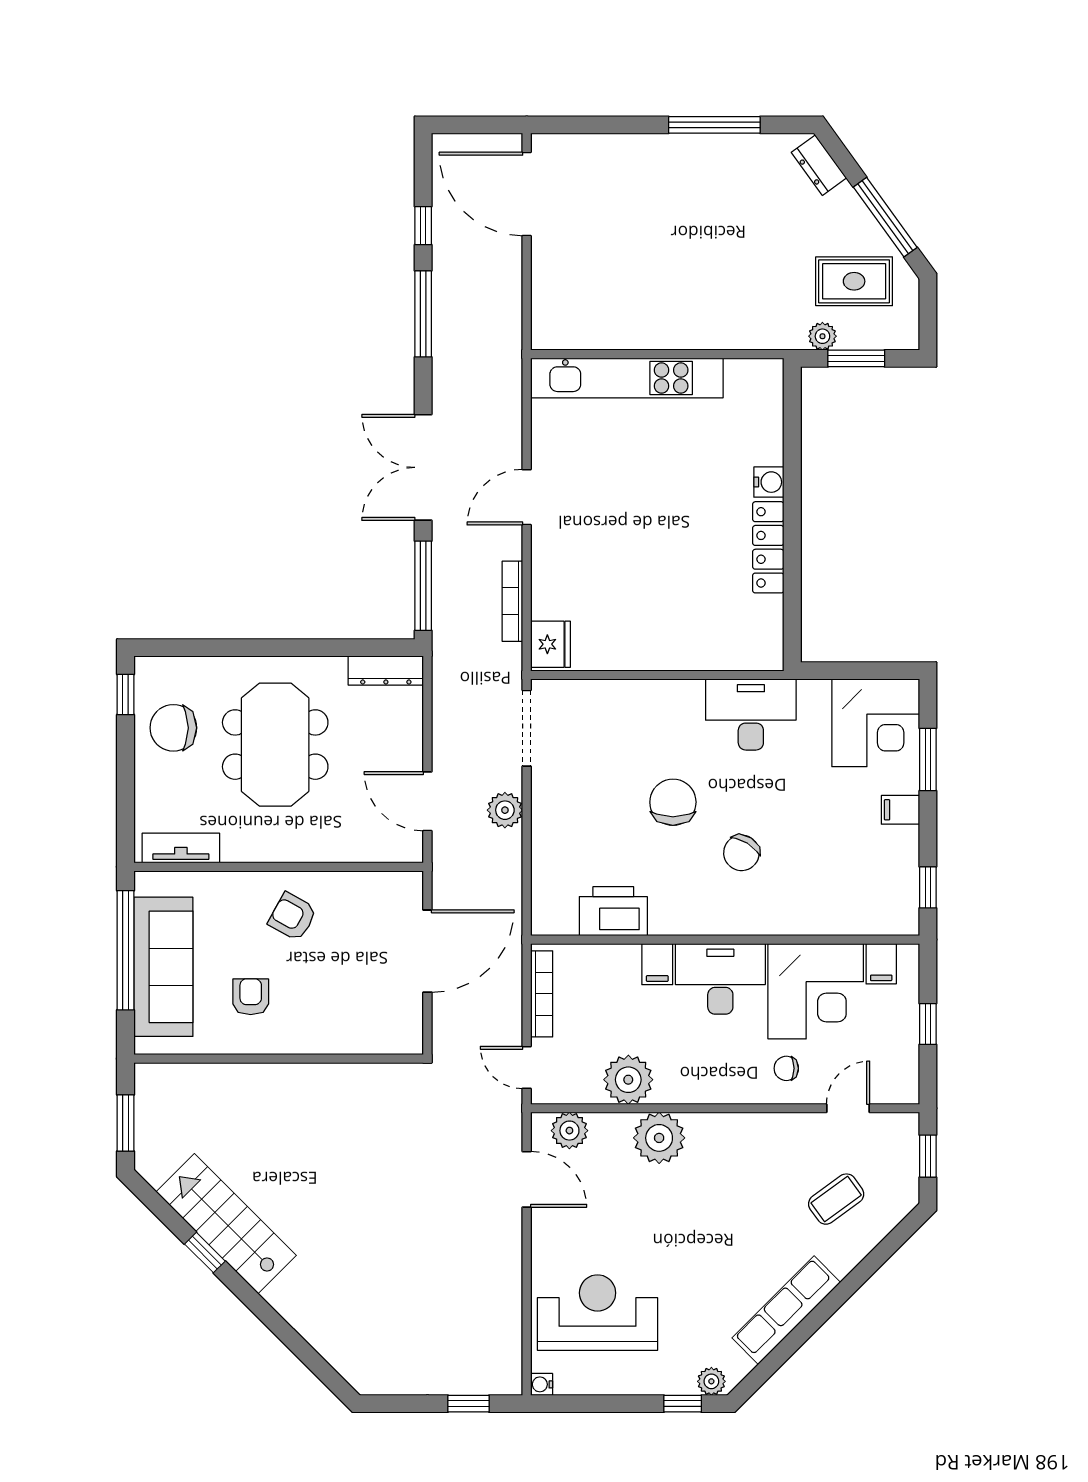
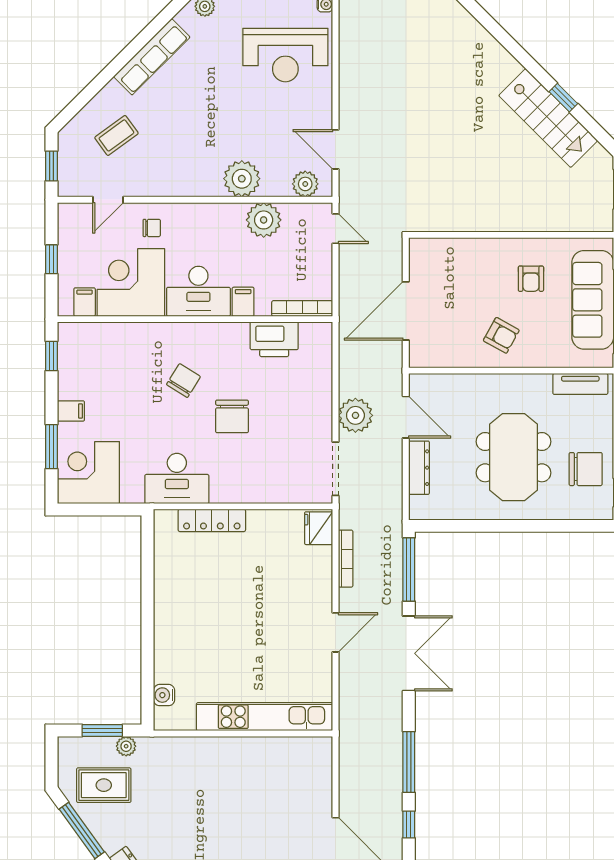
water cooler: (769, 482) -> (164, 695), moved
locker: (768, 547) -> (212, 520), moved, turned 90
dresser: (386, 671) -> (419, 468), moved, turned 90
plant: (505, 810) -> (355, 415), width x1.36, depth x1.36
bookcase: (542, 994) -> (302, 309), moved, turned 90

